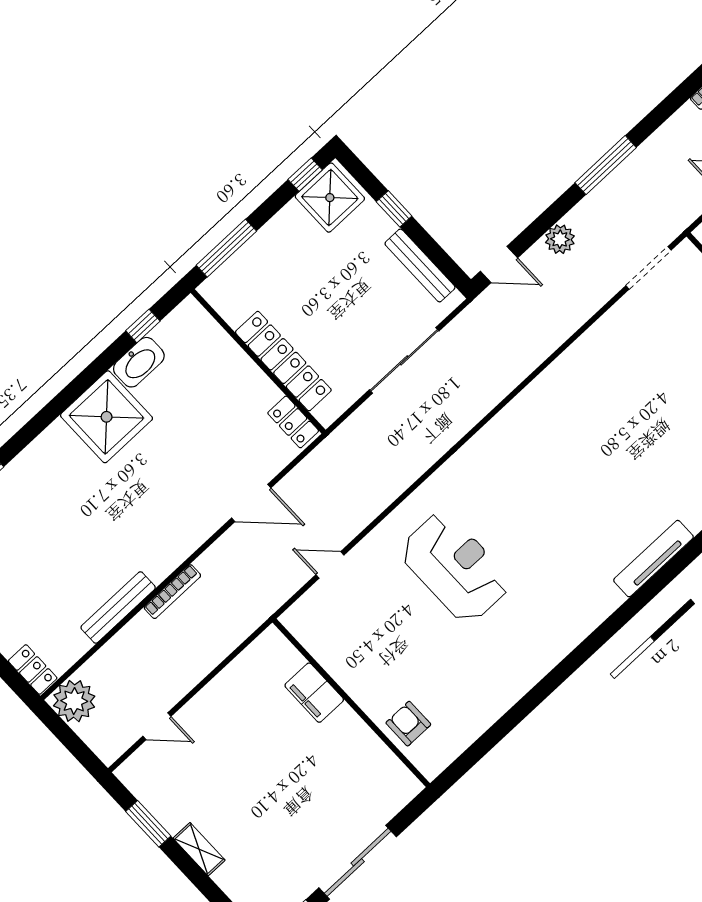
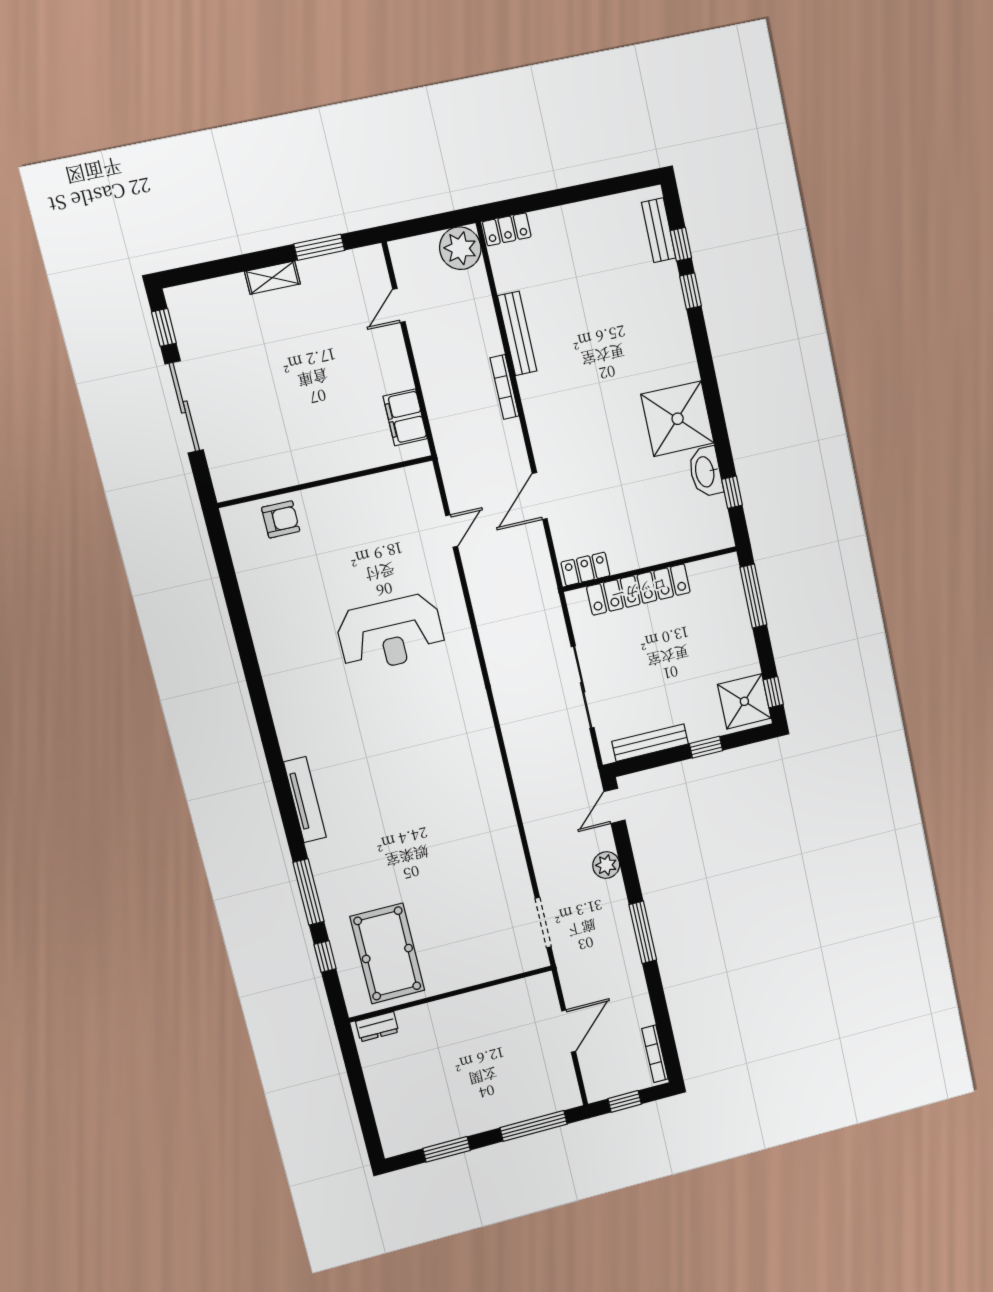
filing cabinet: (314, 693) -> (405, 417), moved, turned -90

